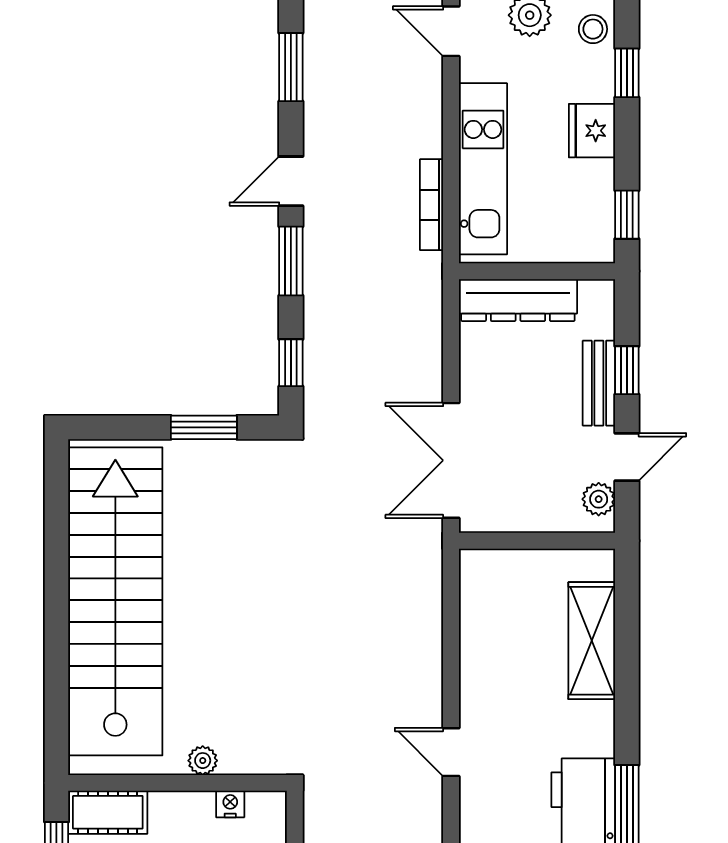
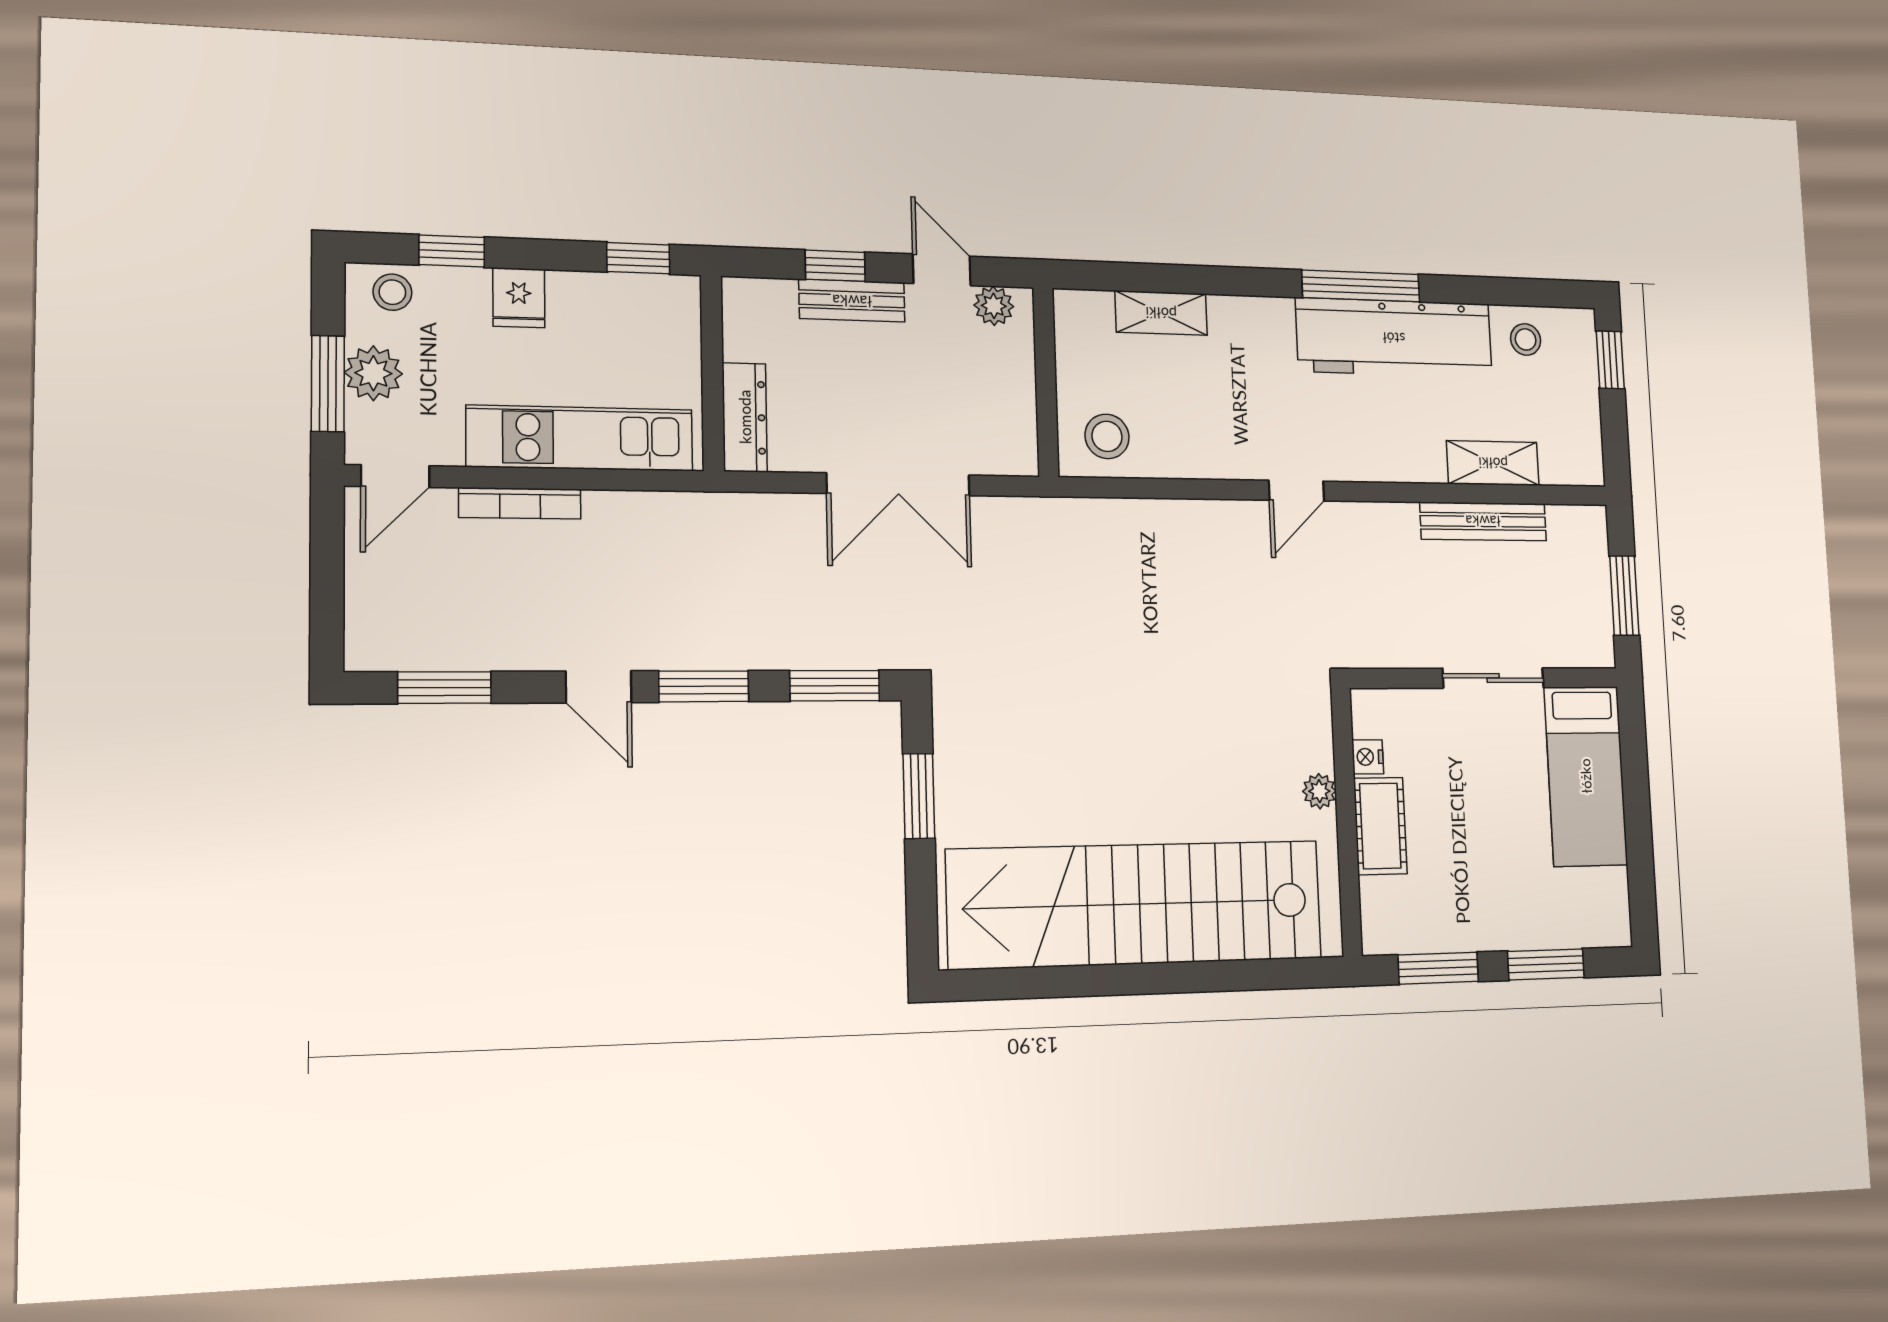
fridge: (592, 131) -> (519, 298), width x0.72
bookcase: (432, 205) -> (520, 503), moved
dresser: (518, 300) -> (745, 417), width x0.73, depth x0.80
window: (291, 363) -> (835, 686), width x1.50
double door: (451, 460) -> (898, 484), moved
stool: (493, 591) -> (1107, 436), added
shelving: (592, 641) -> (1161, 313), width x0.67, depth x0.75
cot: (108, 812) -> (1380, 826), moved

